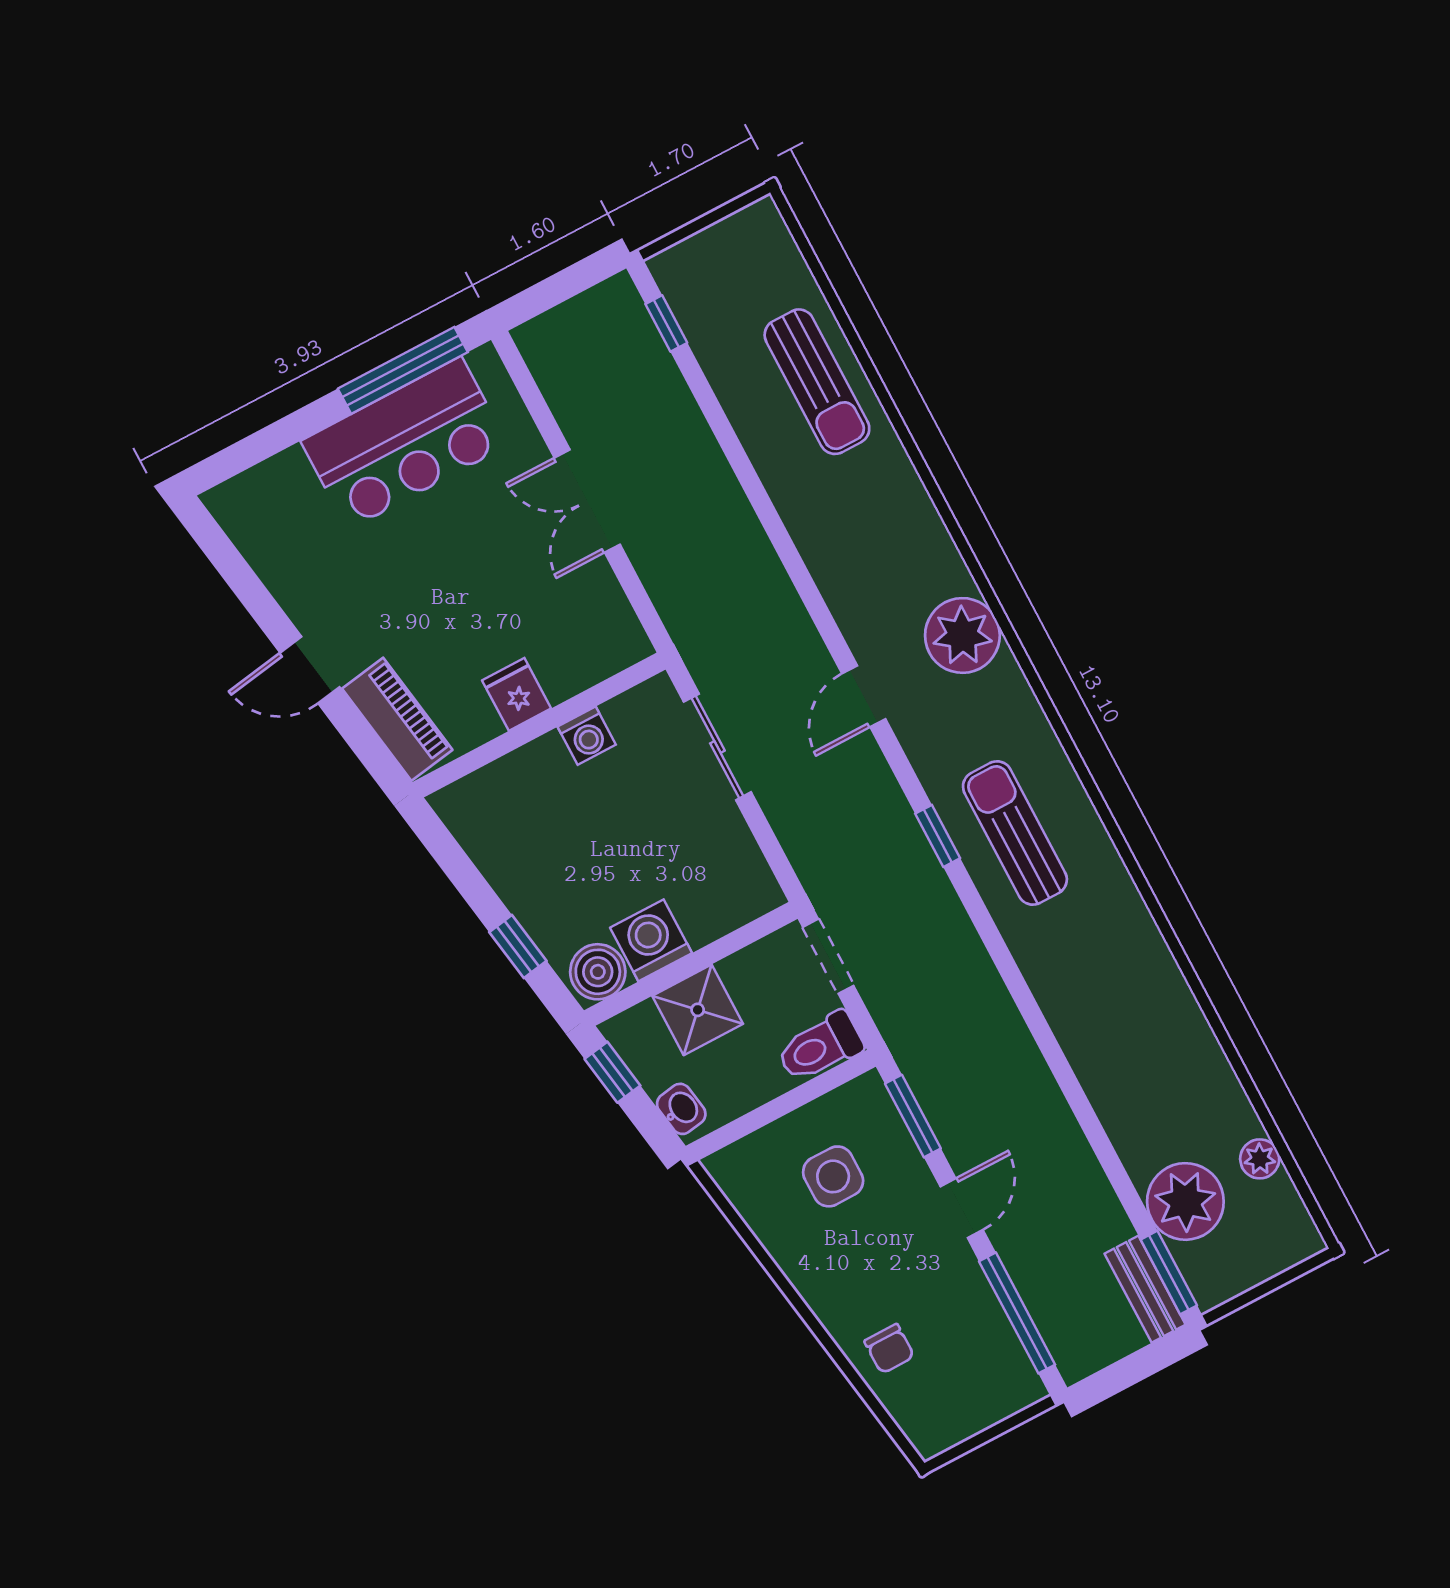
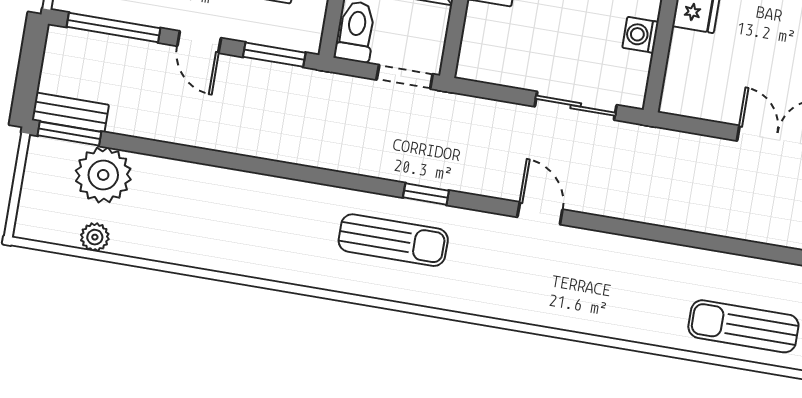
plant: (962, 635) -> (531, 298), removed

